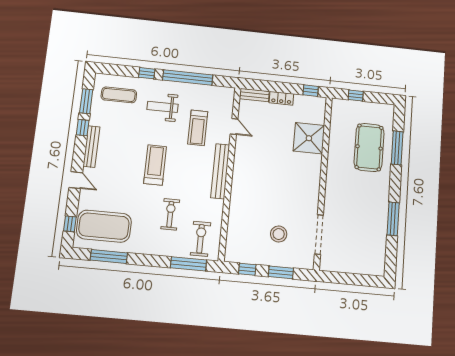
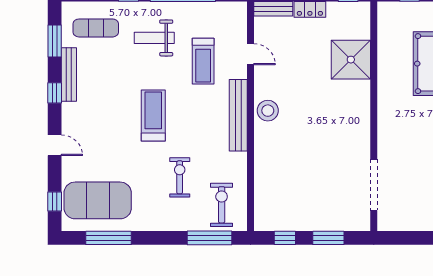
window: (83, 128) -> (55, 93), moved
bench: (91, 147) -> (69, 74), moved
stool: (279, 234) -> (268, 111), moved

